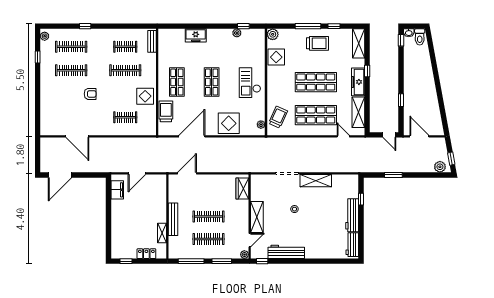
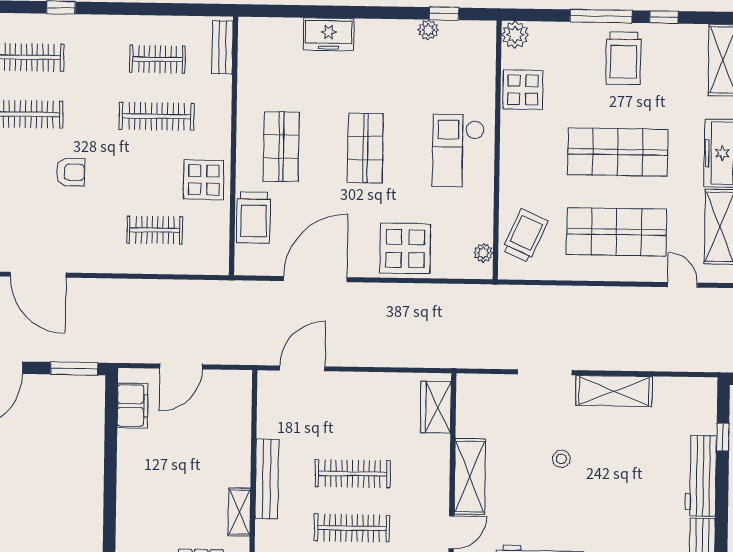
trolley: (318, 43) -> (624, 58), turned 90
trolley: (166, 111) -> (253, 217), turned 180
window: (93, 175) -> (74, 369), added

